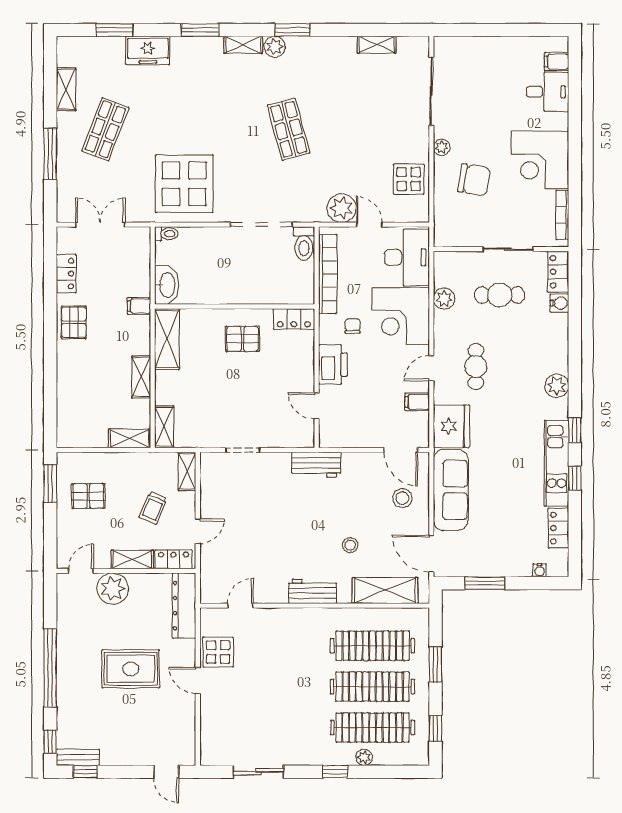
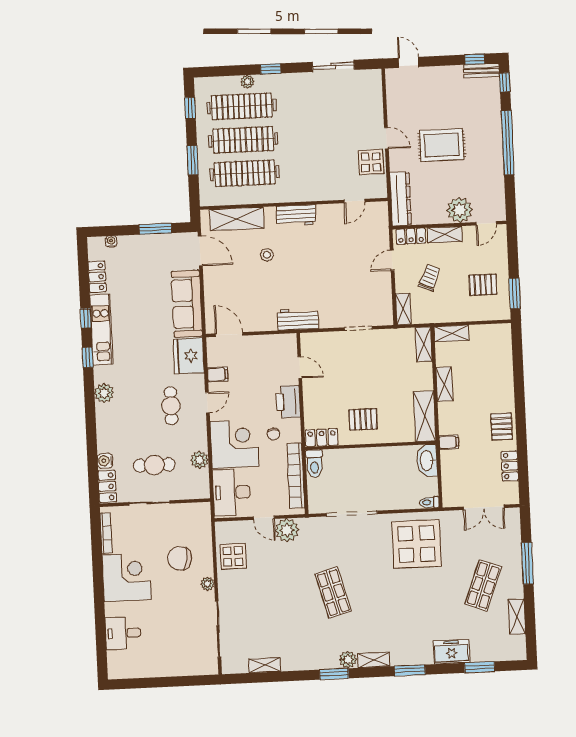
filing cabinet: (557, 62) -> (117, 658), removed
toilet: (304, 244) -> (314, 464), moved, turned 180
stool: (402, 498) -> (226, 295), removed

